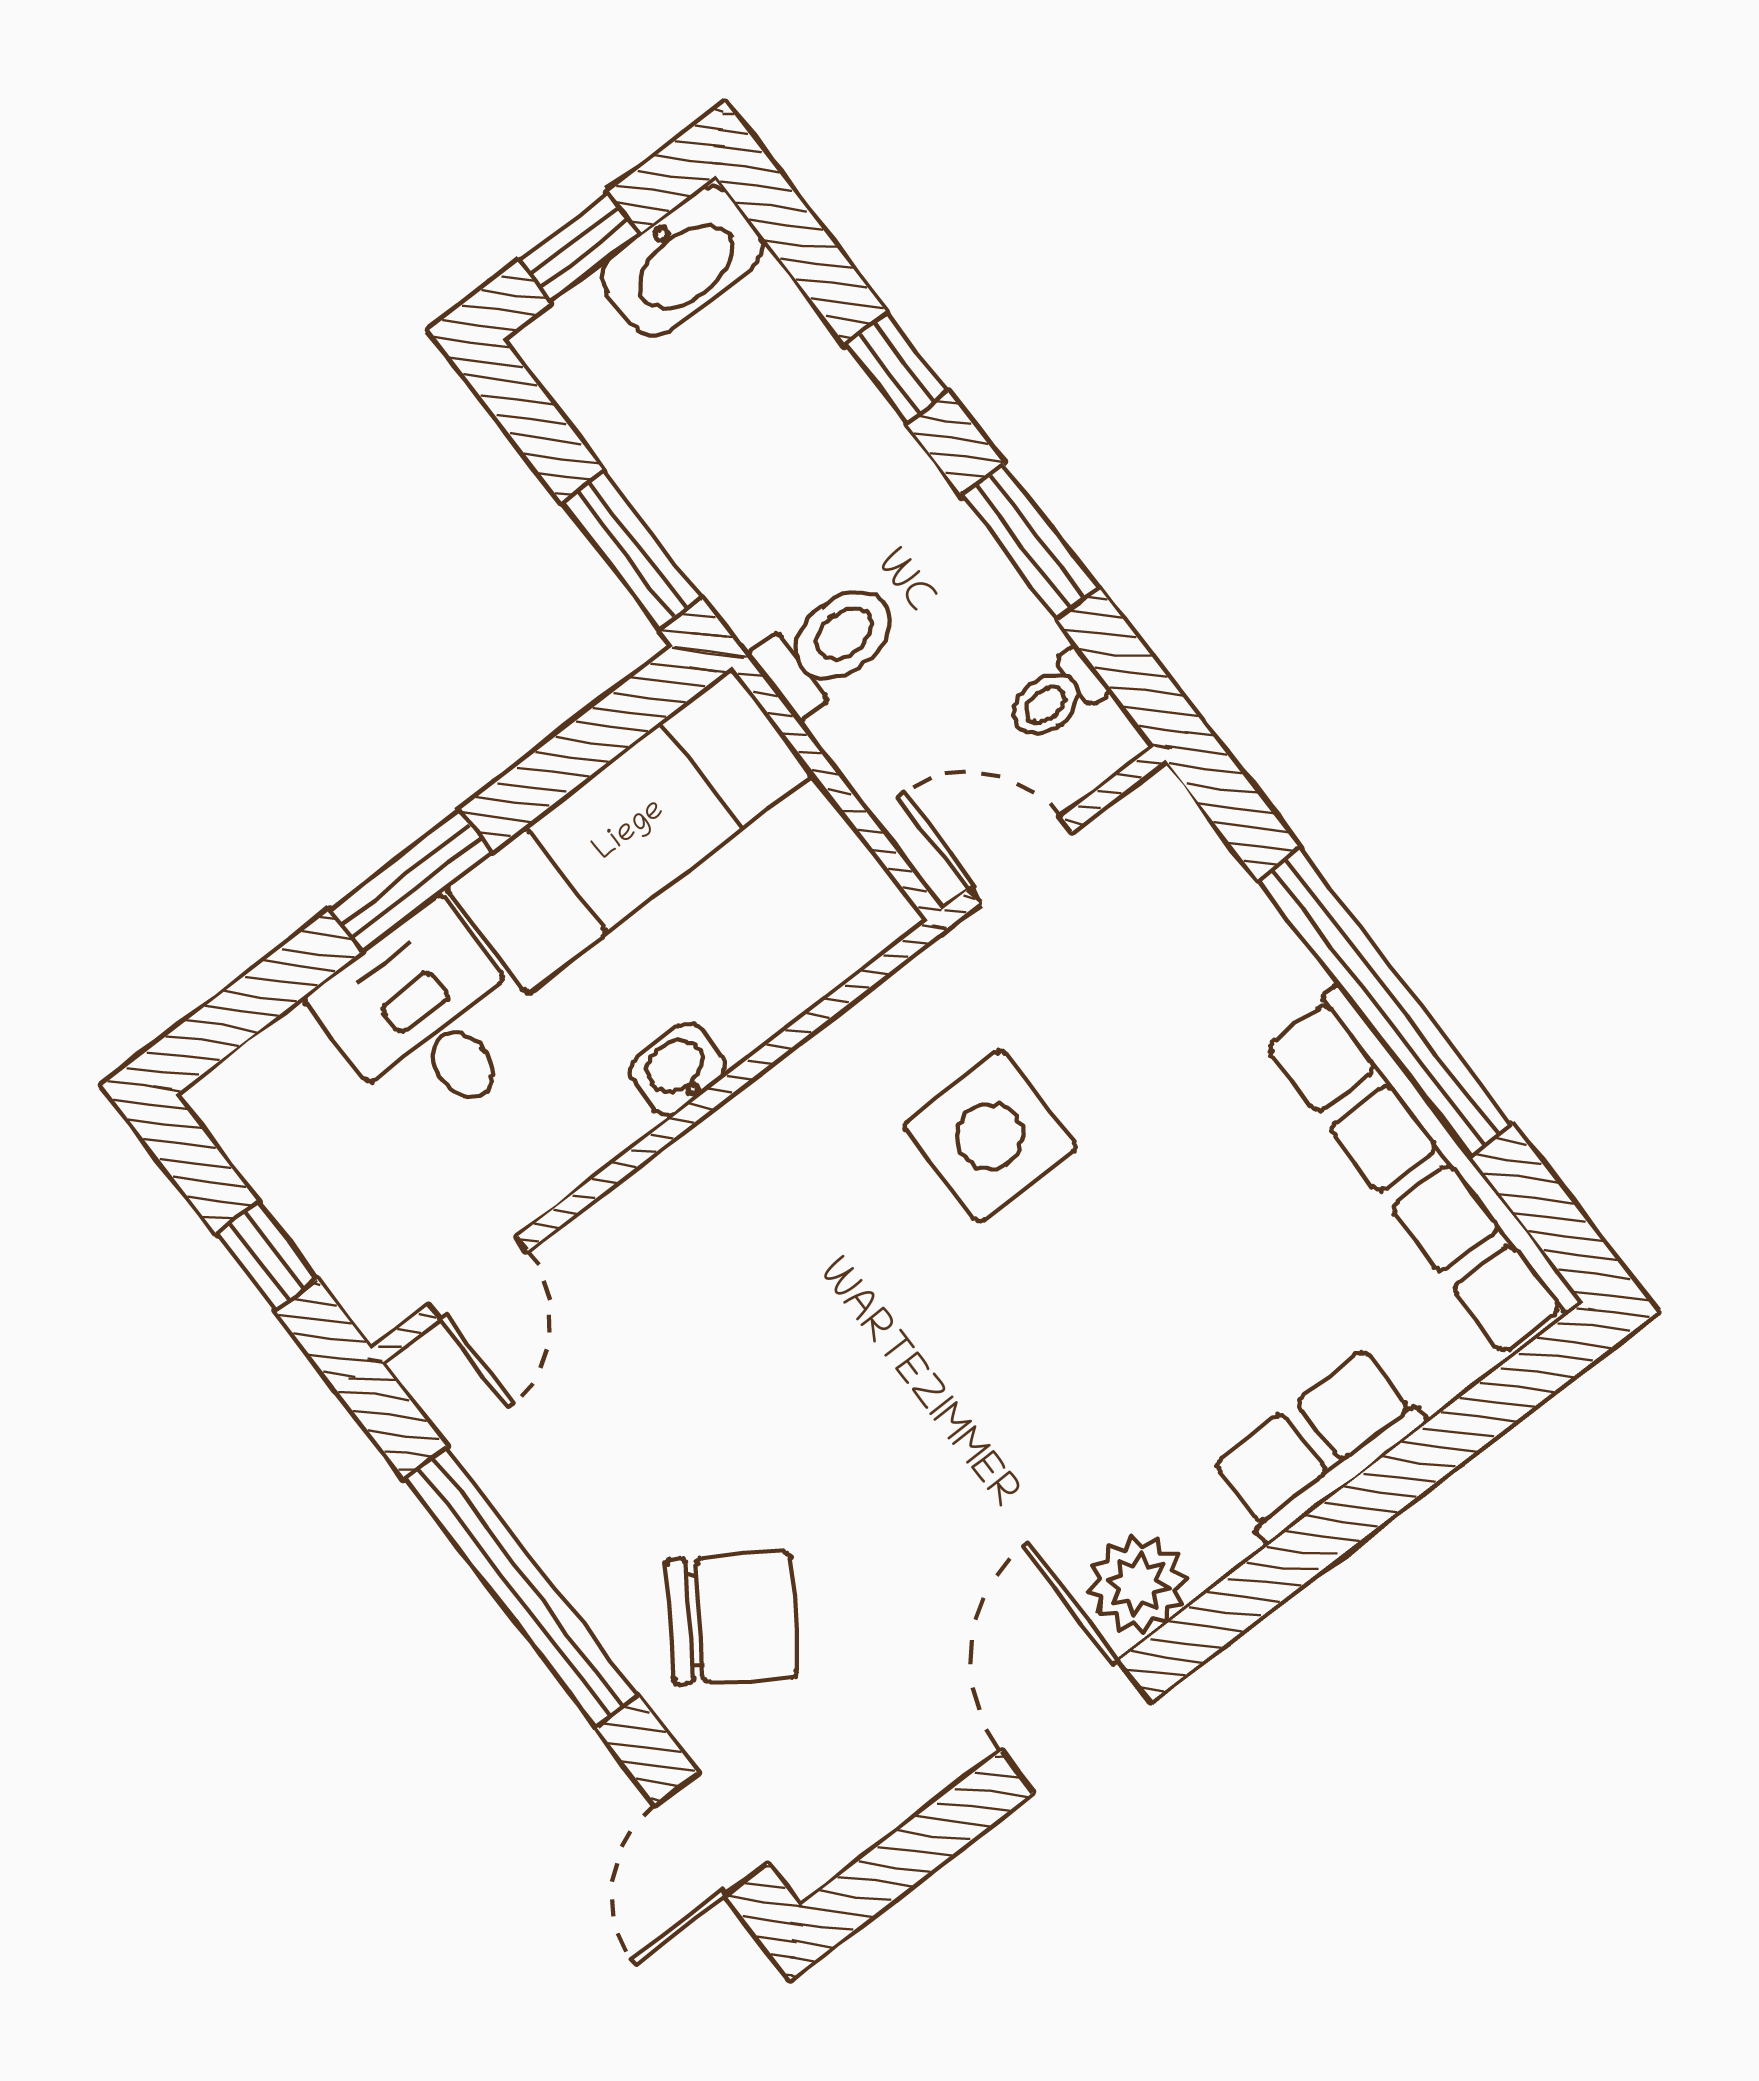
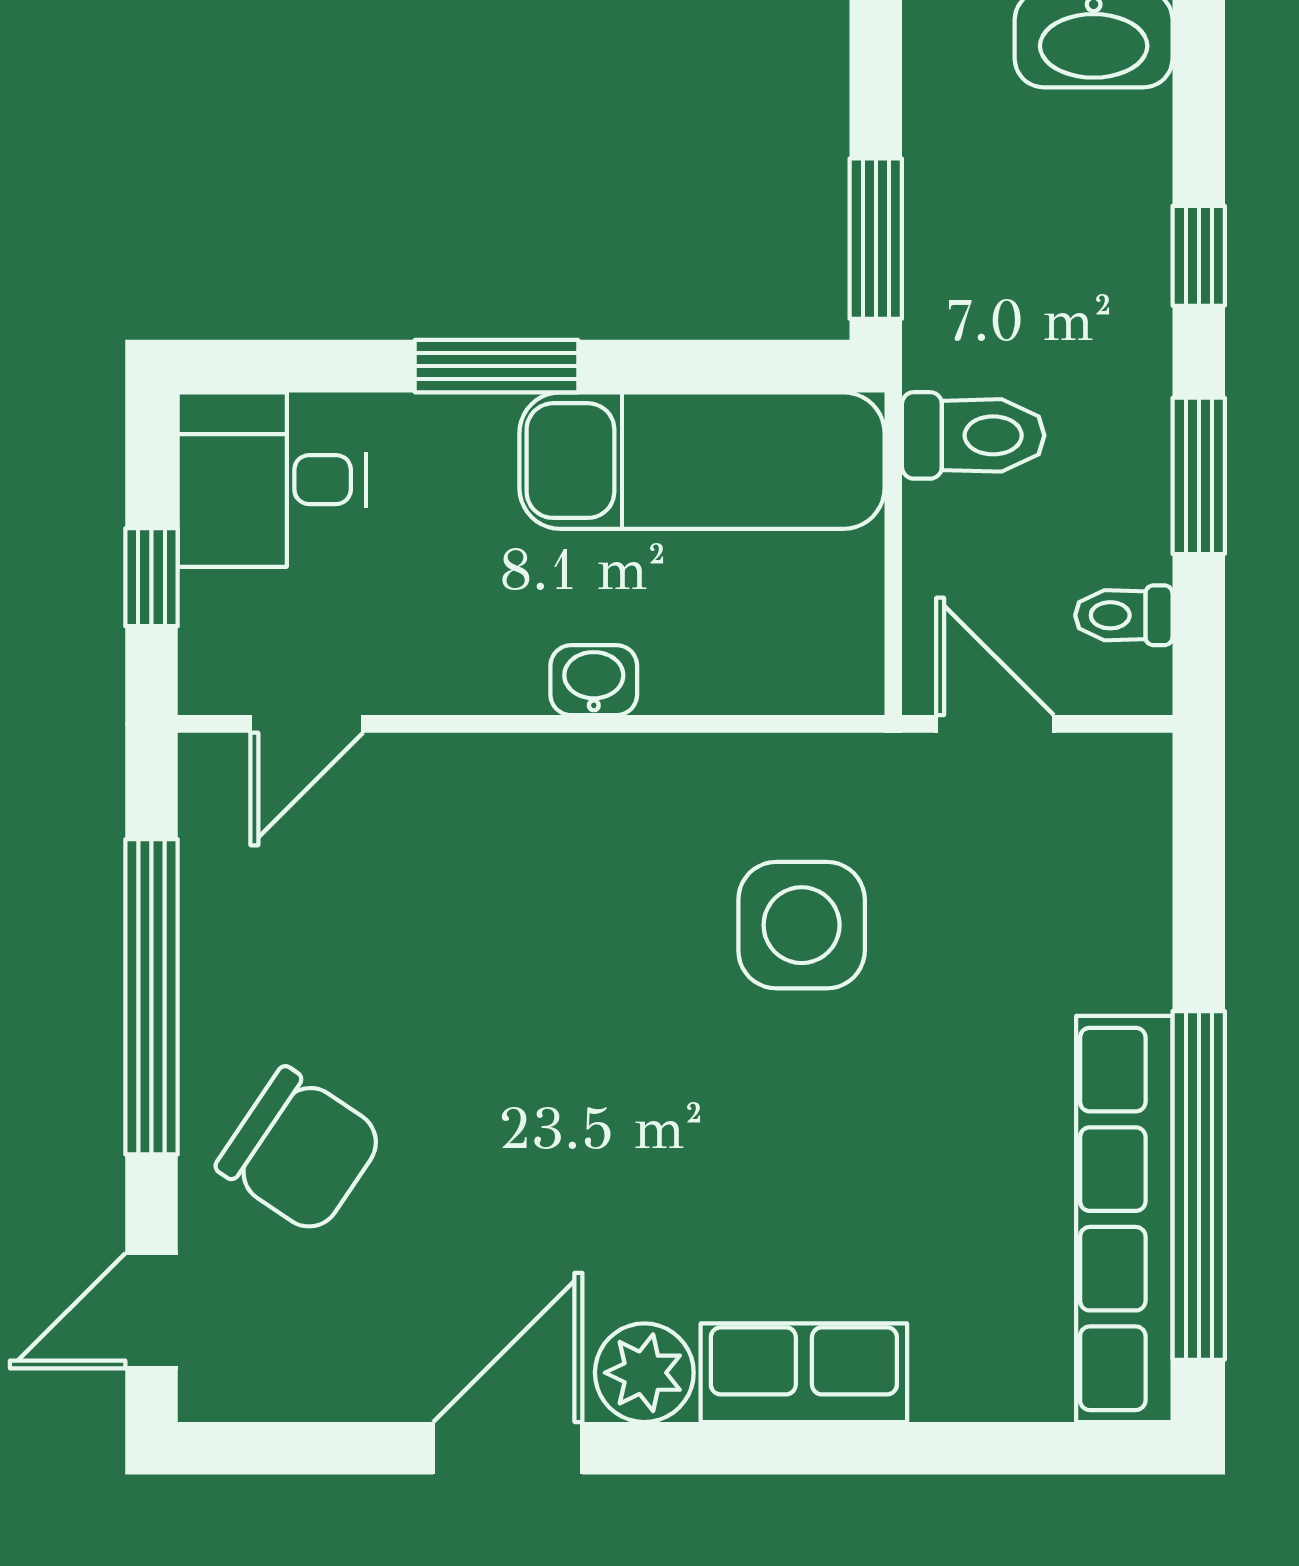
window: (1385, 1002) -> (1199, 1185), moved
desk: (427, 1019) -> (272, 480), moved, turned -90
row of seats: (1318, 1445) -> (804, 1373), moved

